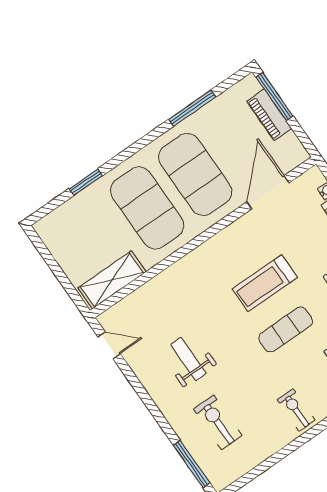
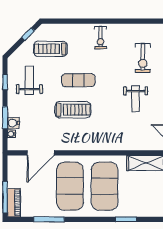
piano: (269, 115) -> (14, 203), moved

